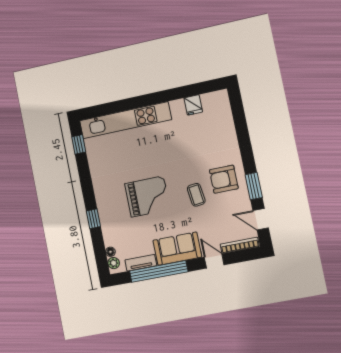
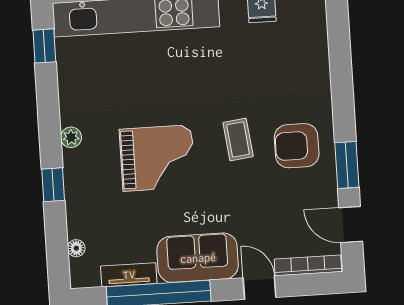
coffee table: (196, 195) -> (238, 139), moved
plant: (114, 263) -> (71, 137), moved

